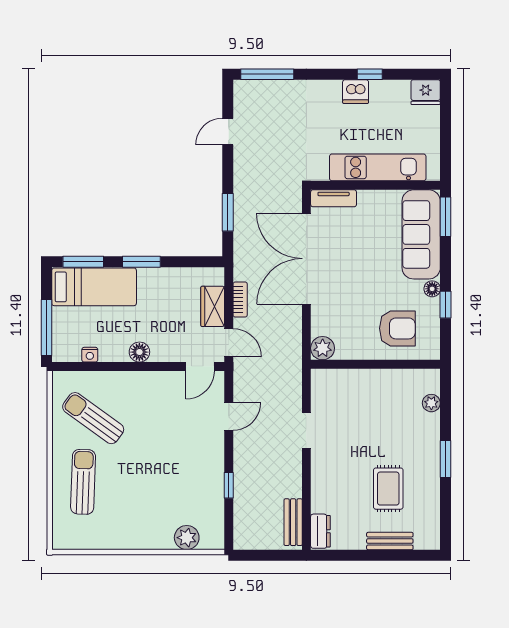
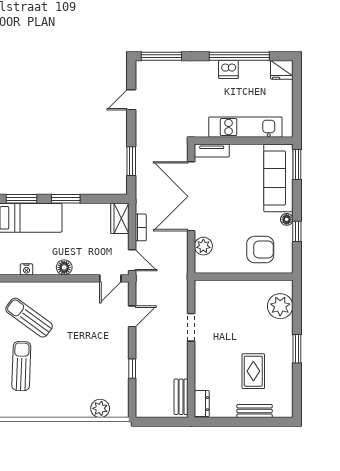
window: (370, 74) -> (239, 56), width x3.17
wardrobe: (213, 306) -> (120, 218), moved
plant: (323, 348) -> (203, 246), moved
plant: (431, 403) -> (280, 306), width x1.87, depth x1.87

